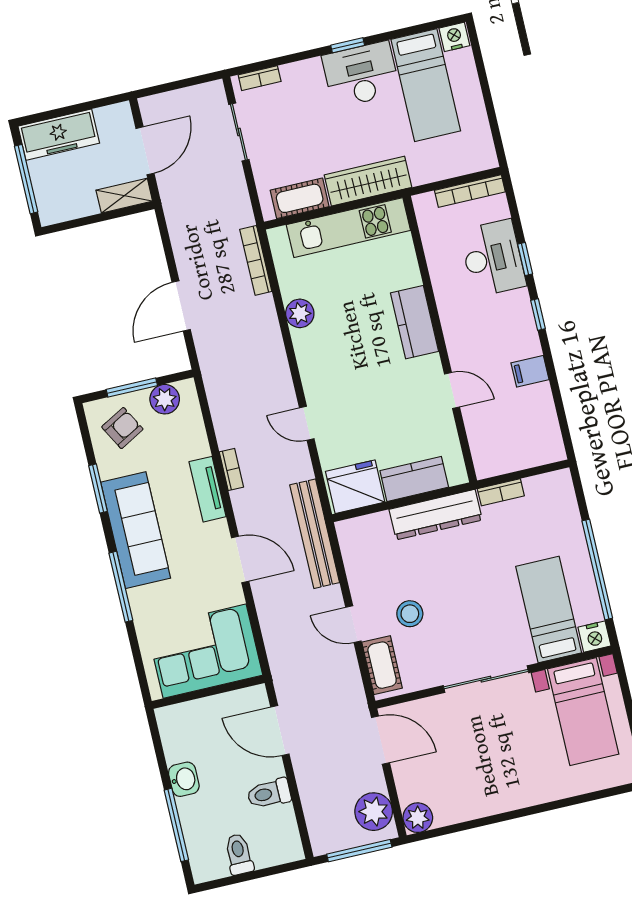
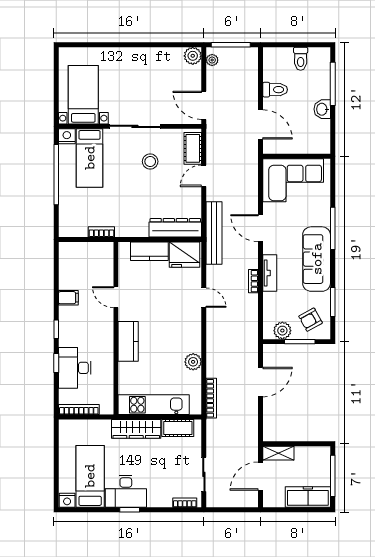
window: (98, 489) -> (333, 302), moved
dresser: (436, 515) -> (175, 228), moved
stool: (410, 614) -> (150, 161), moved
door: (353, 624) -> (204, 176), swing flipped
plant: (374, 812) -> (212, 60), width x0.53, depth x0.53

